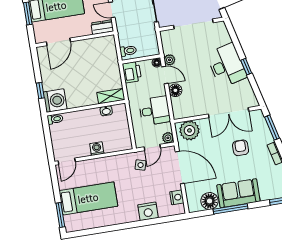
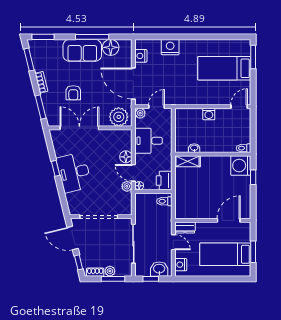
side table: (141, 165) -> (170, 92), removed

